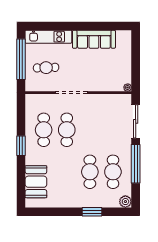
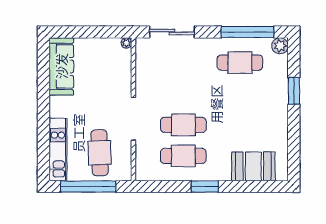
sofa: (94, 39) -> (61, 66), moved
cafe table: (46, 68) -> (100, 153), width x1.37, depth x1.35
window: (136, 164) -> (247, 32), moved
cafe table: (90, 172) -> (240, 94), removed

